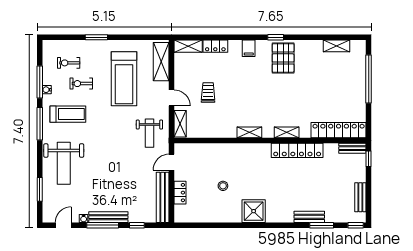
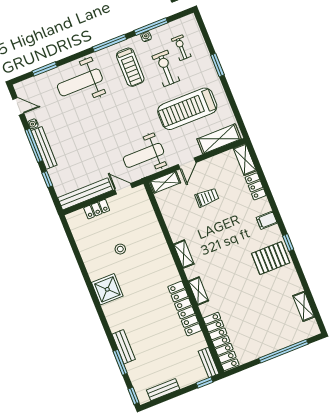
exercise bike: (81, 84) -> (166, 68), width x1.38, depth x1.39
weight bench: (149, 133) -> (144, 155), width x1.36, depth x1.33

